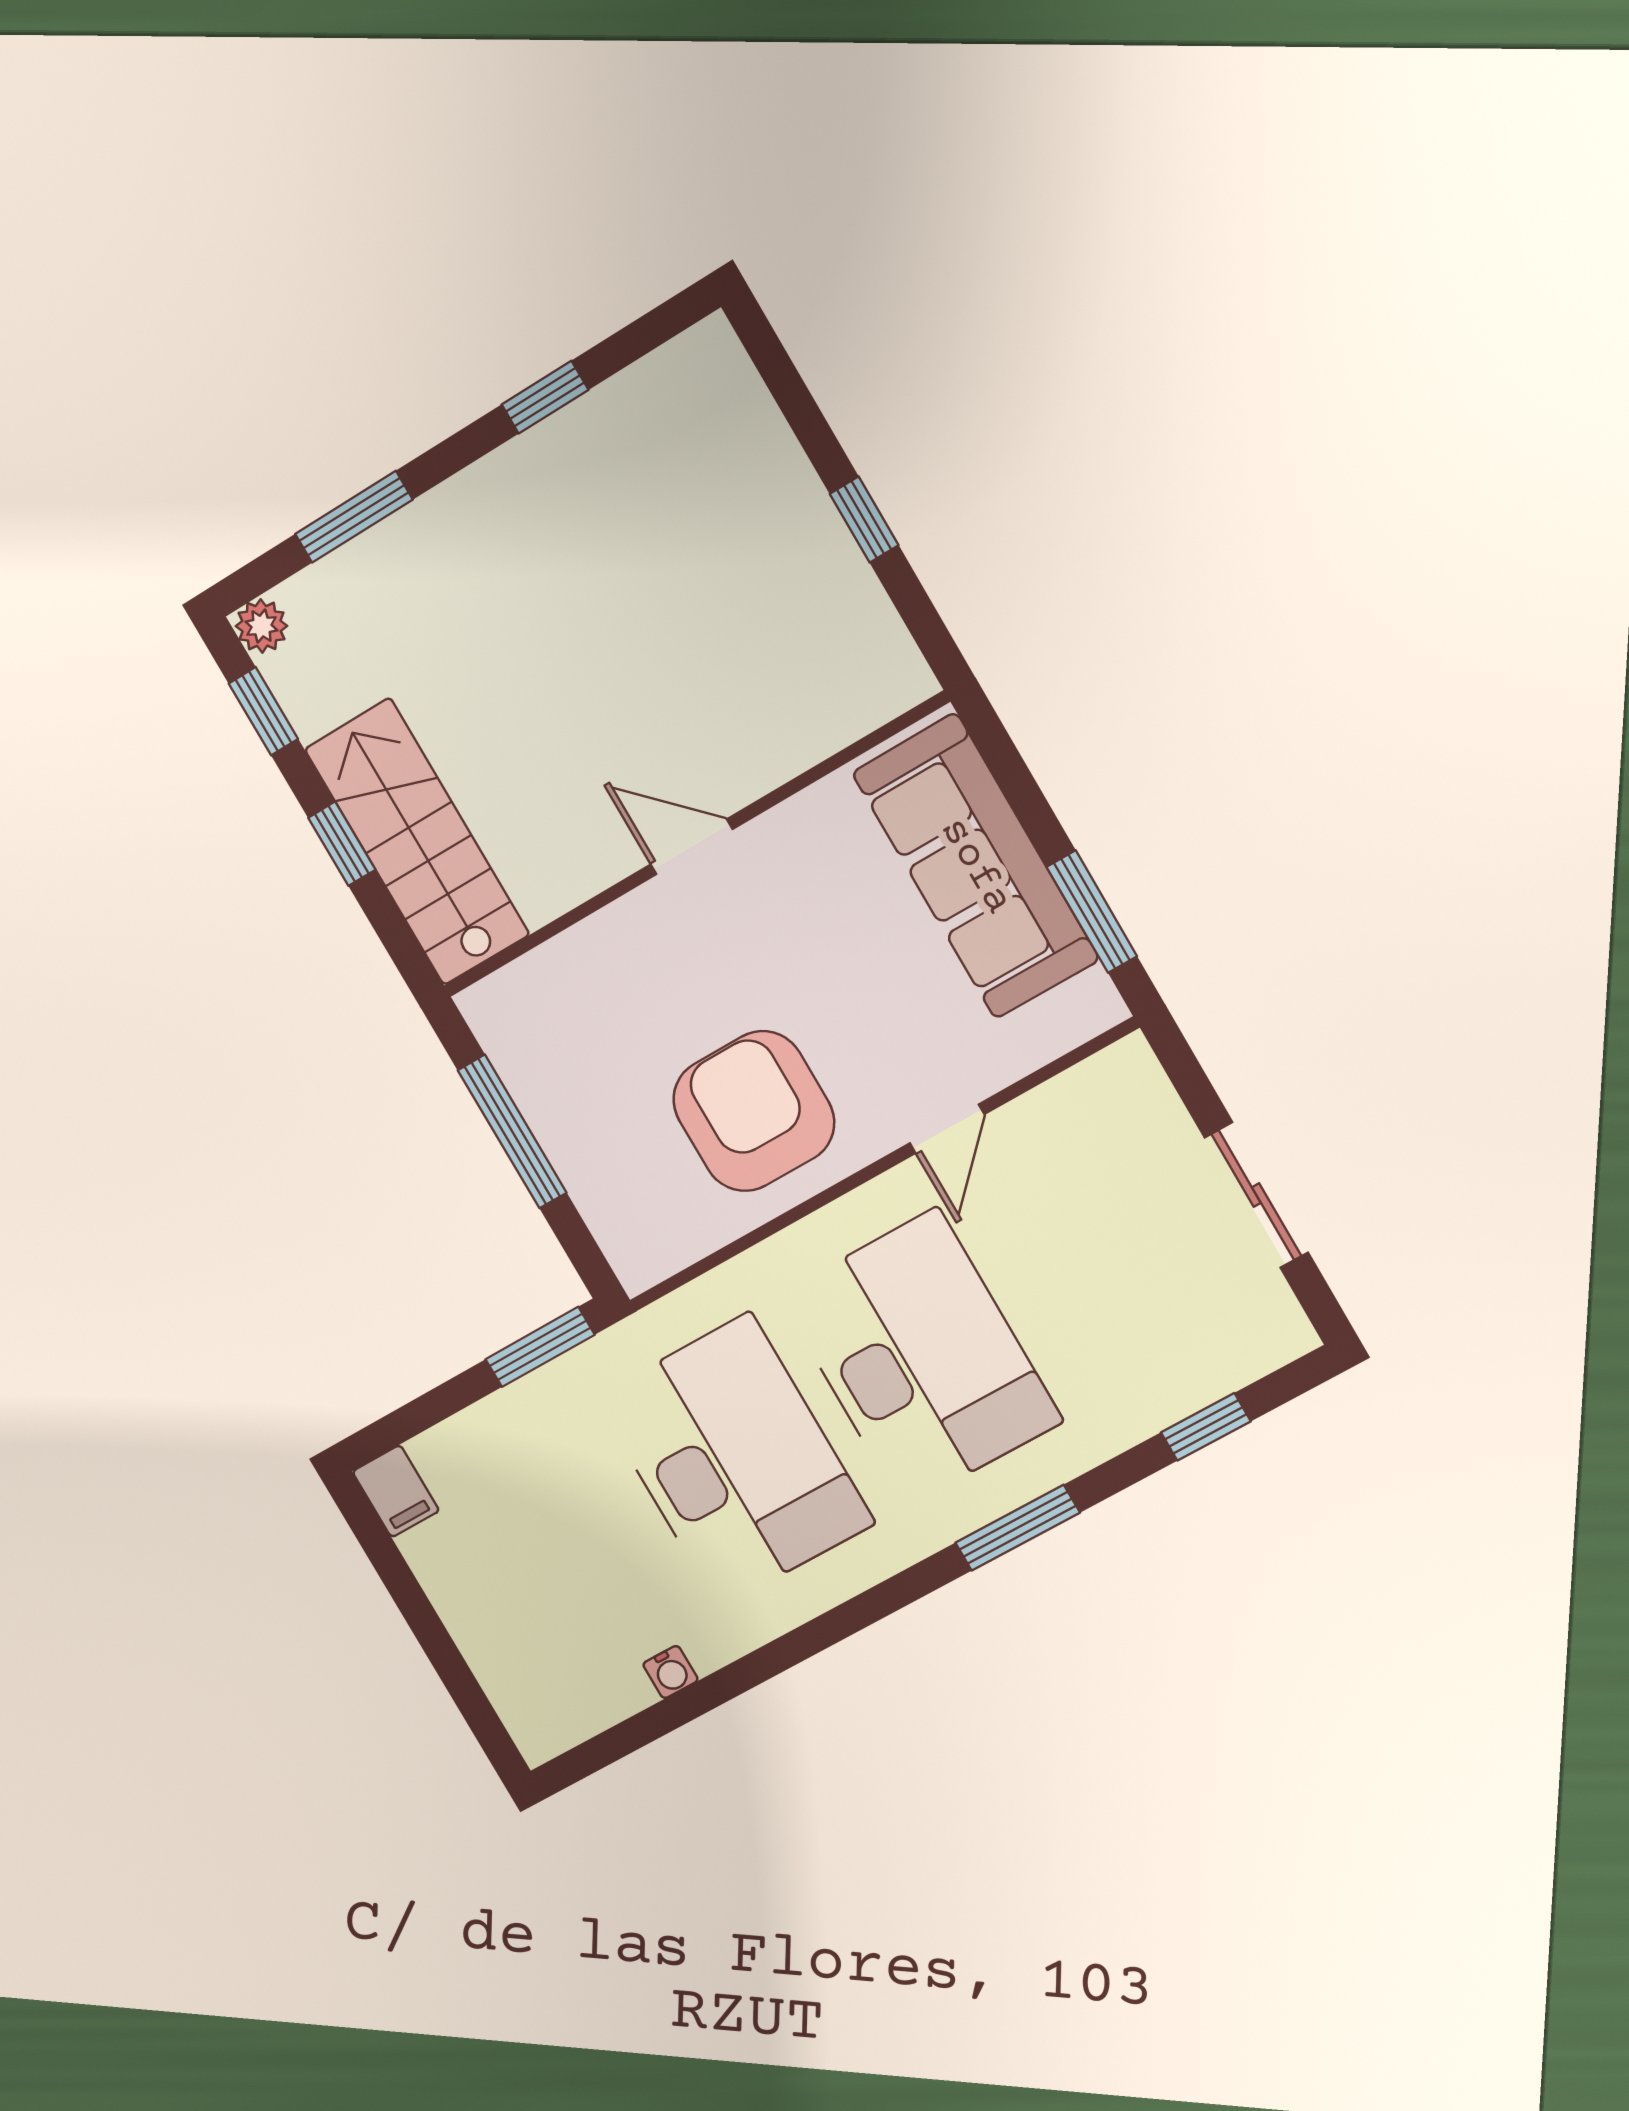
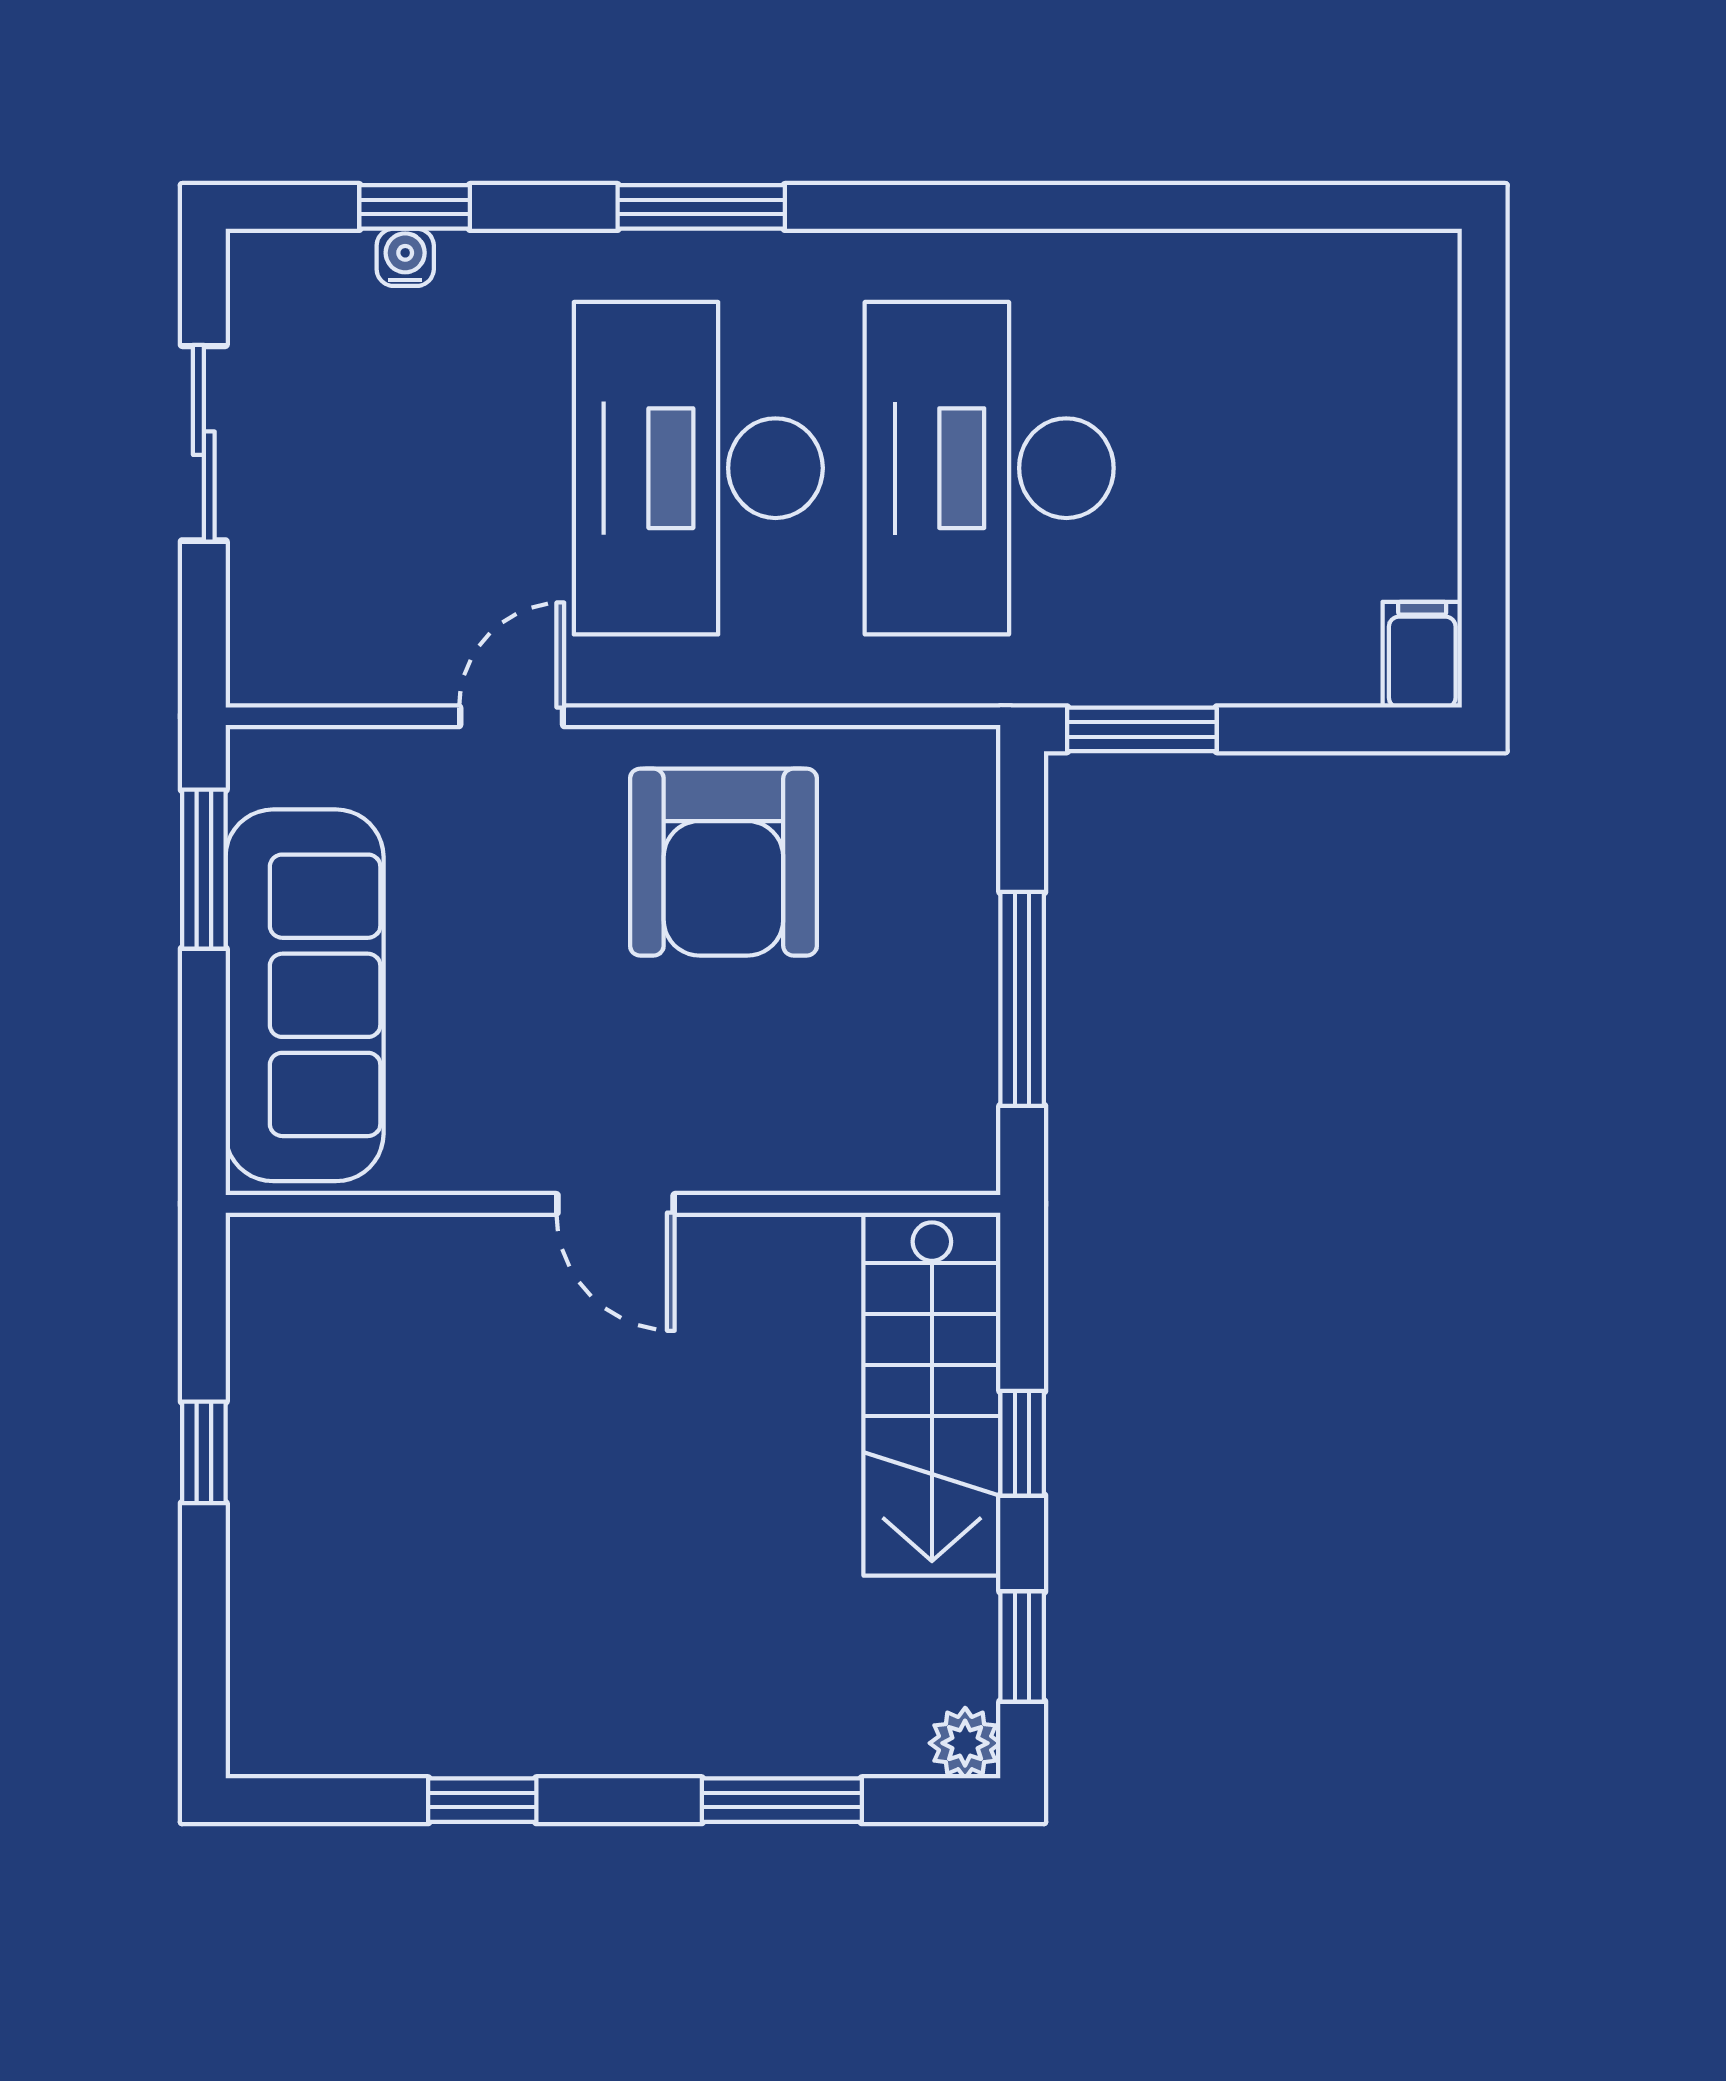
water cooler: (670, 1672) -> (405, 257), moved

